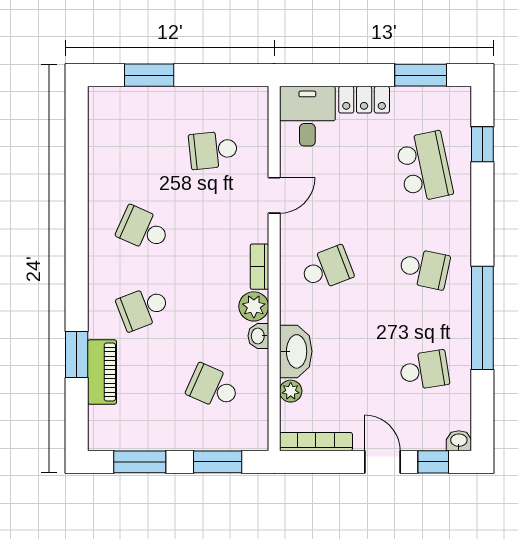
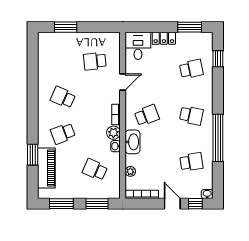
school desk: (424, 167) -> (191, 69), width x0.54
washbasin: (296, 351) -> (133, 142), moved
piano: (102, 372) -> (46, 168), width x1.37, depth x1.33

